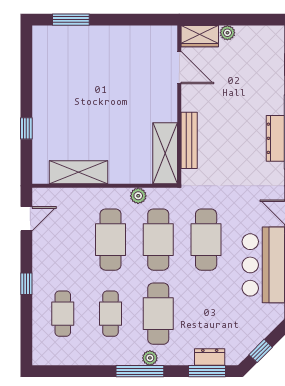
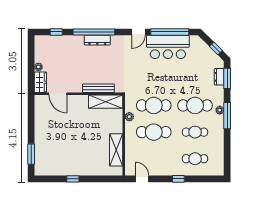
door: (179, 68) -> (58, 94), swing flipped
window: (26, 128) -> (73, 179), moved
cafe table: (206, 240) -> (154, 79), removed

